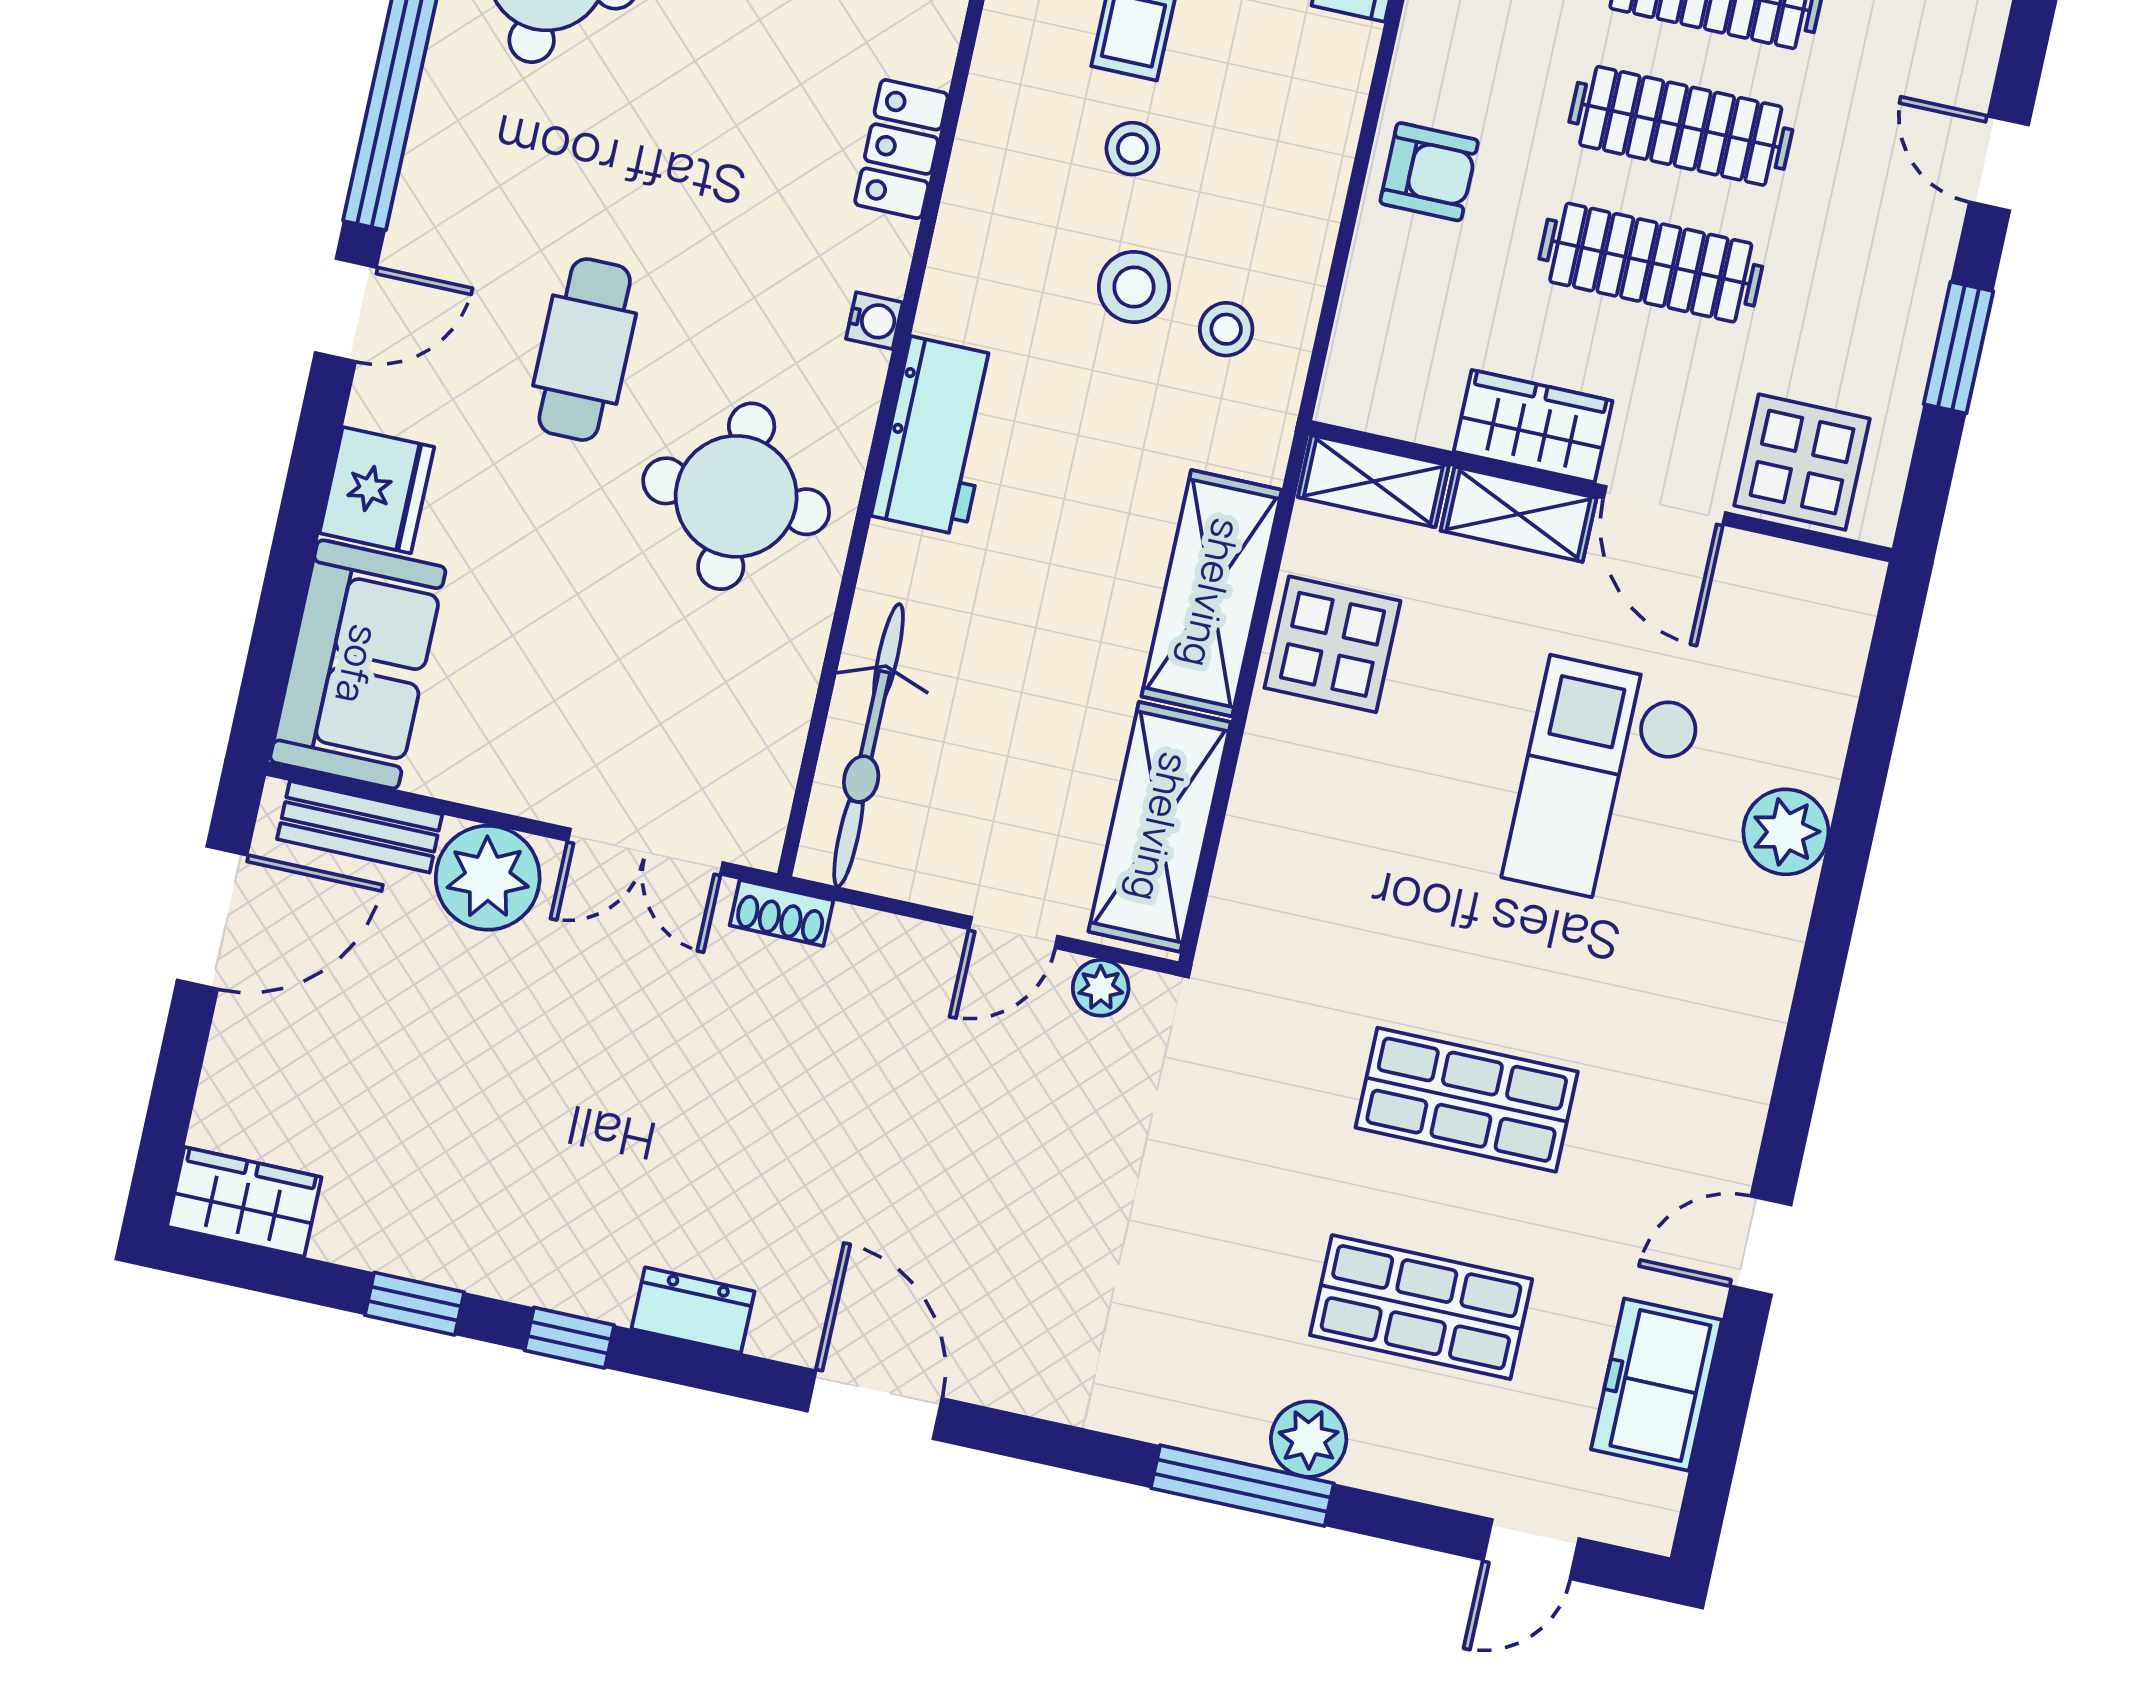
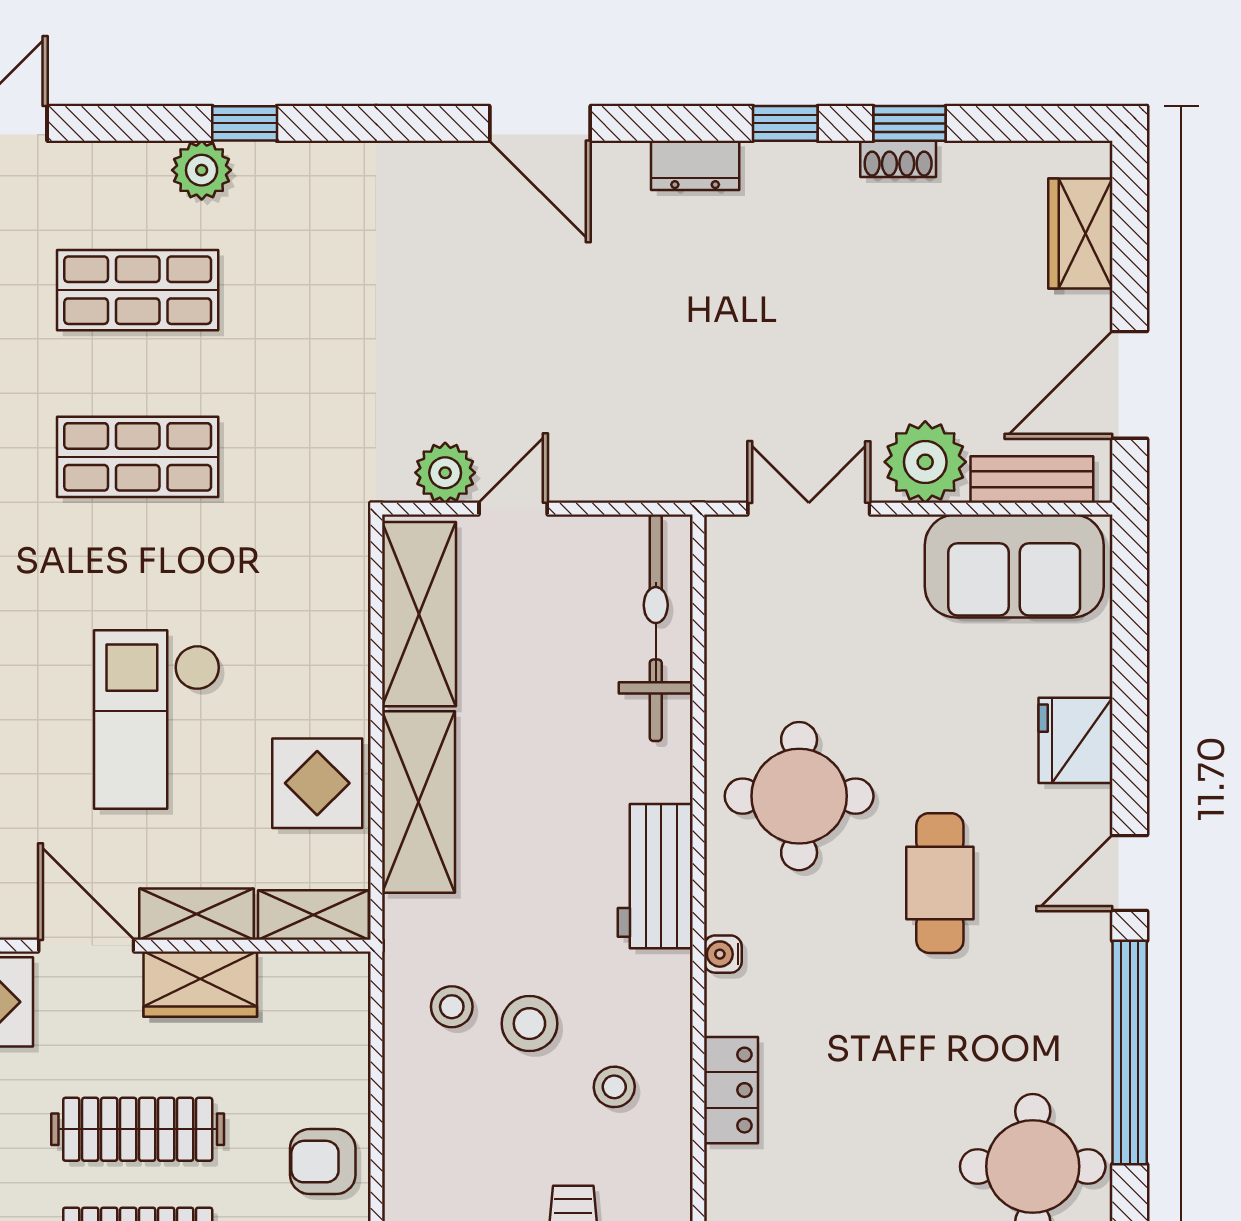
stool: (1132, 149) -> (614, 1087), moved
sofa: (358, 664) -> (1014, 566), moved, turned -90
checkout: (1604, 783) -> (157, 719), moved, turned 180
shoe rack: (781, 913) -> (898, 159), moved, turned 180
plant: (1101, 988) -> (445, 473), width x1.38, depth x1.38
wardrobe: (244, 1202) -> (1080, 233), moved, turned 90
window: (1242, 1486) -> (245, 123), width x0.46

